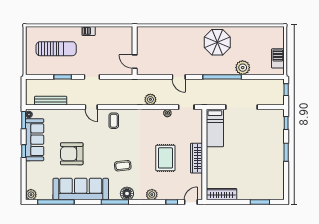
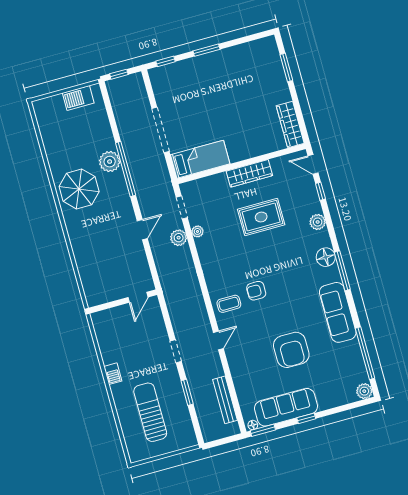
plant: (243, 68) -> (110, 162), moved
plant: (150, 99) -> (179, 238), moved
armchair: (117, 141) -> (256, 291), added
coffee table: (123, 166) -> (288, 274), removed
sofa: (81, 189) -> (338, 312), width x0.74, depth x0.79

